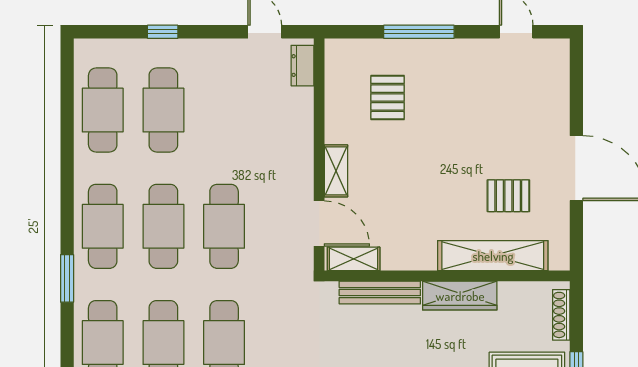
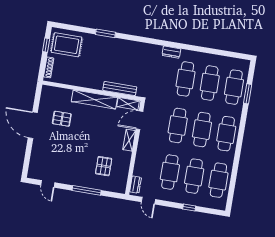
cafe table: (224, 110) -> (170, 172), added
door: (319, 224) -> (139, 120), hinge flipped
shelving: (493, 256) -> (94, 99), moved
window: (67, 278) -> (248, 94), moved
wardrobe: (460, 296) -> (88, 82), removed

